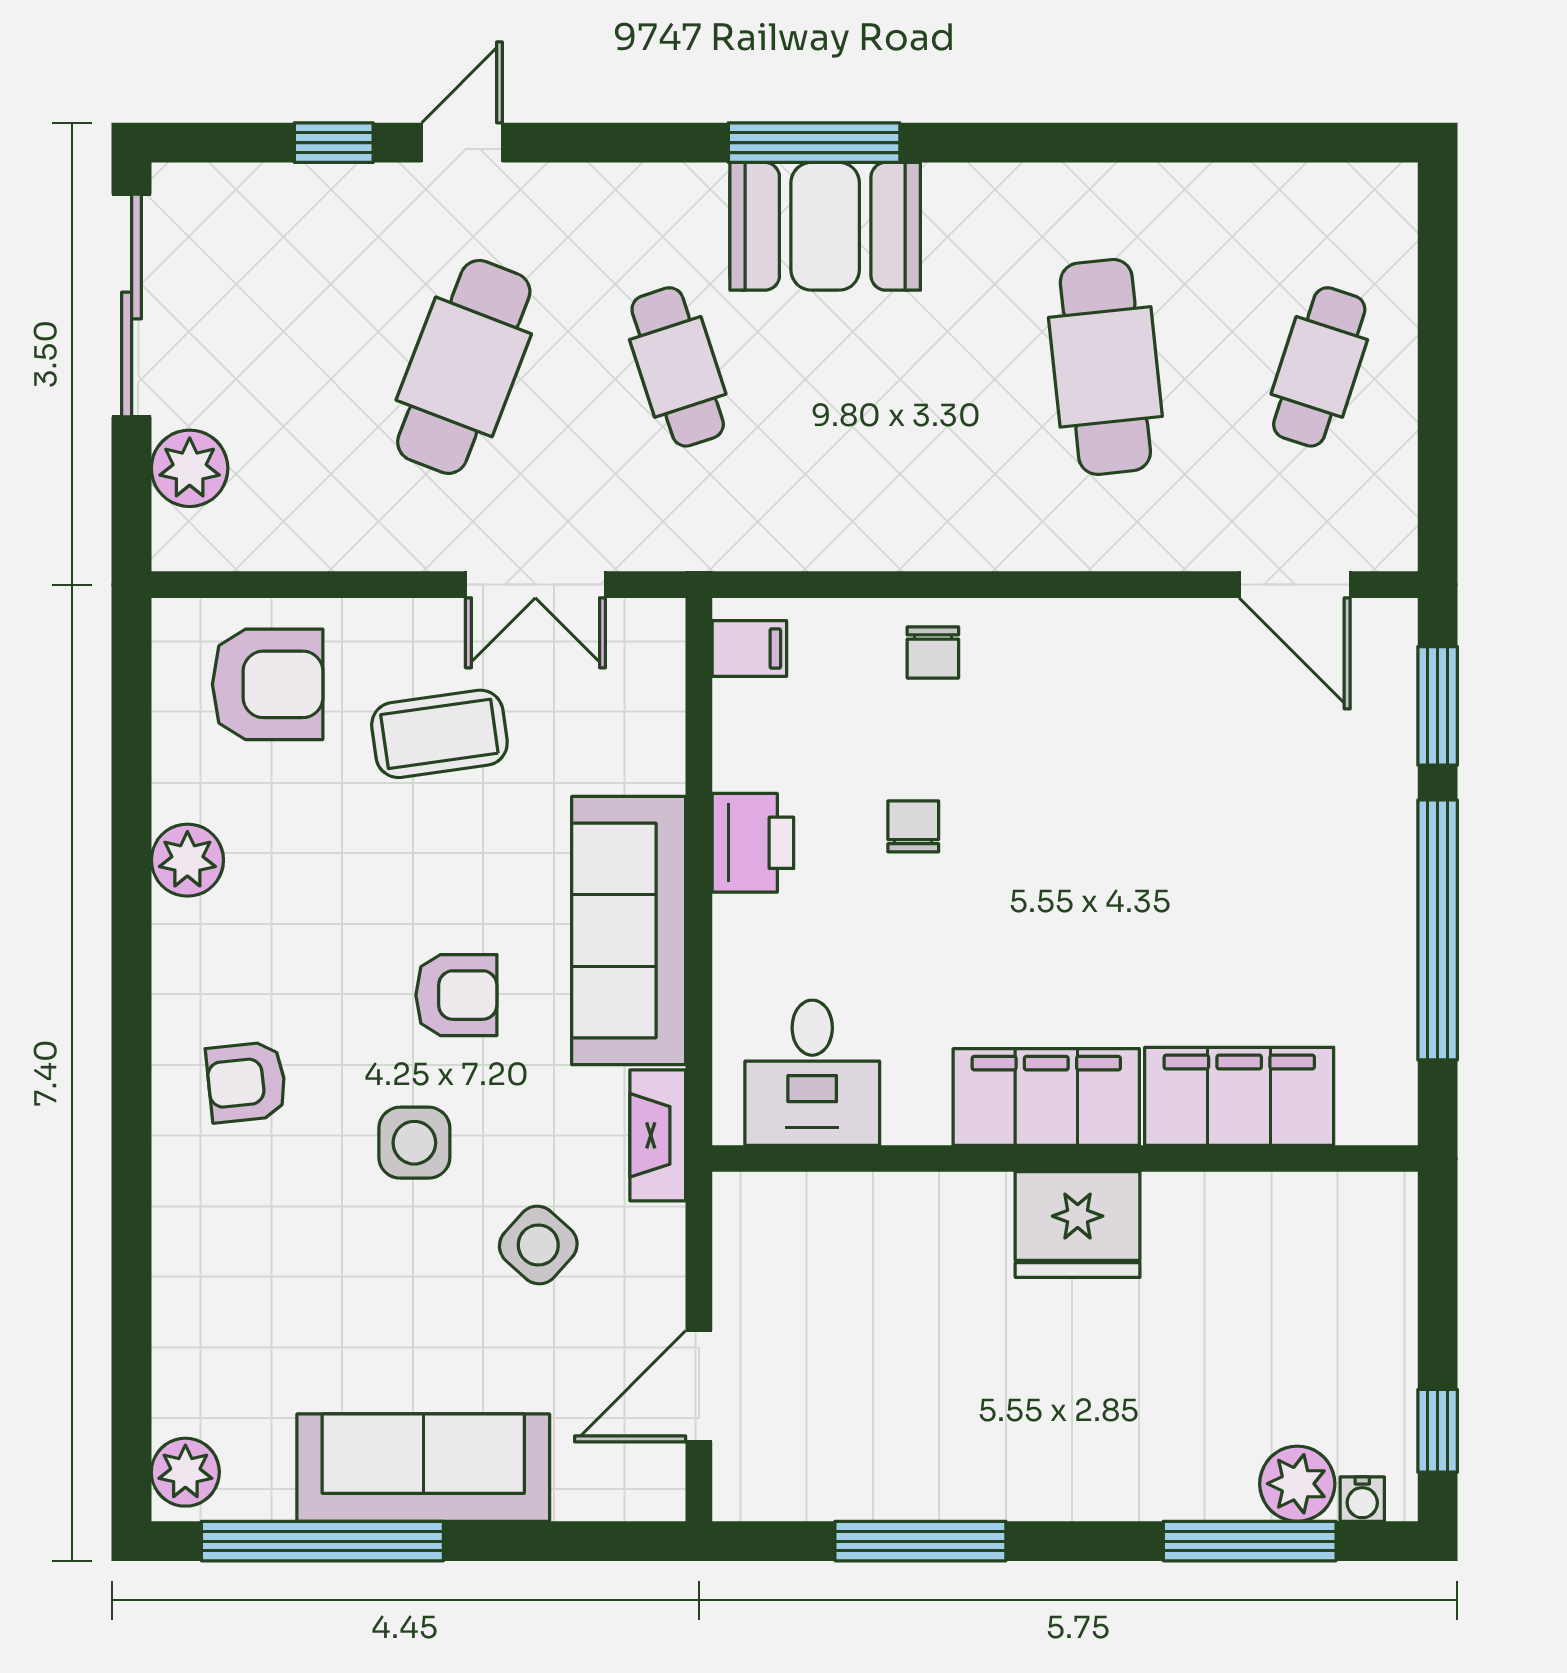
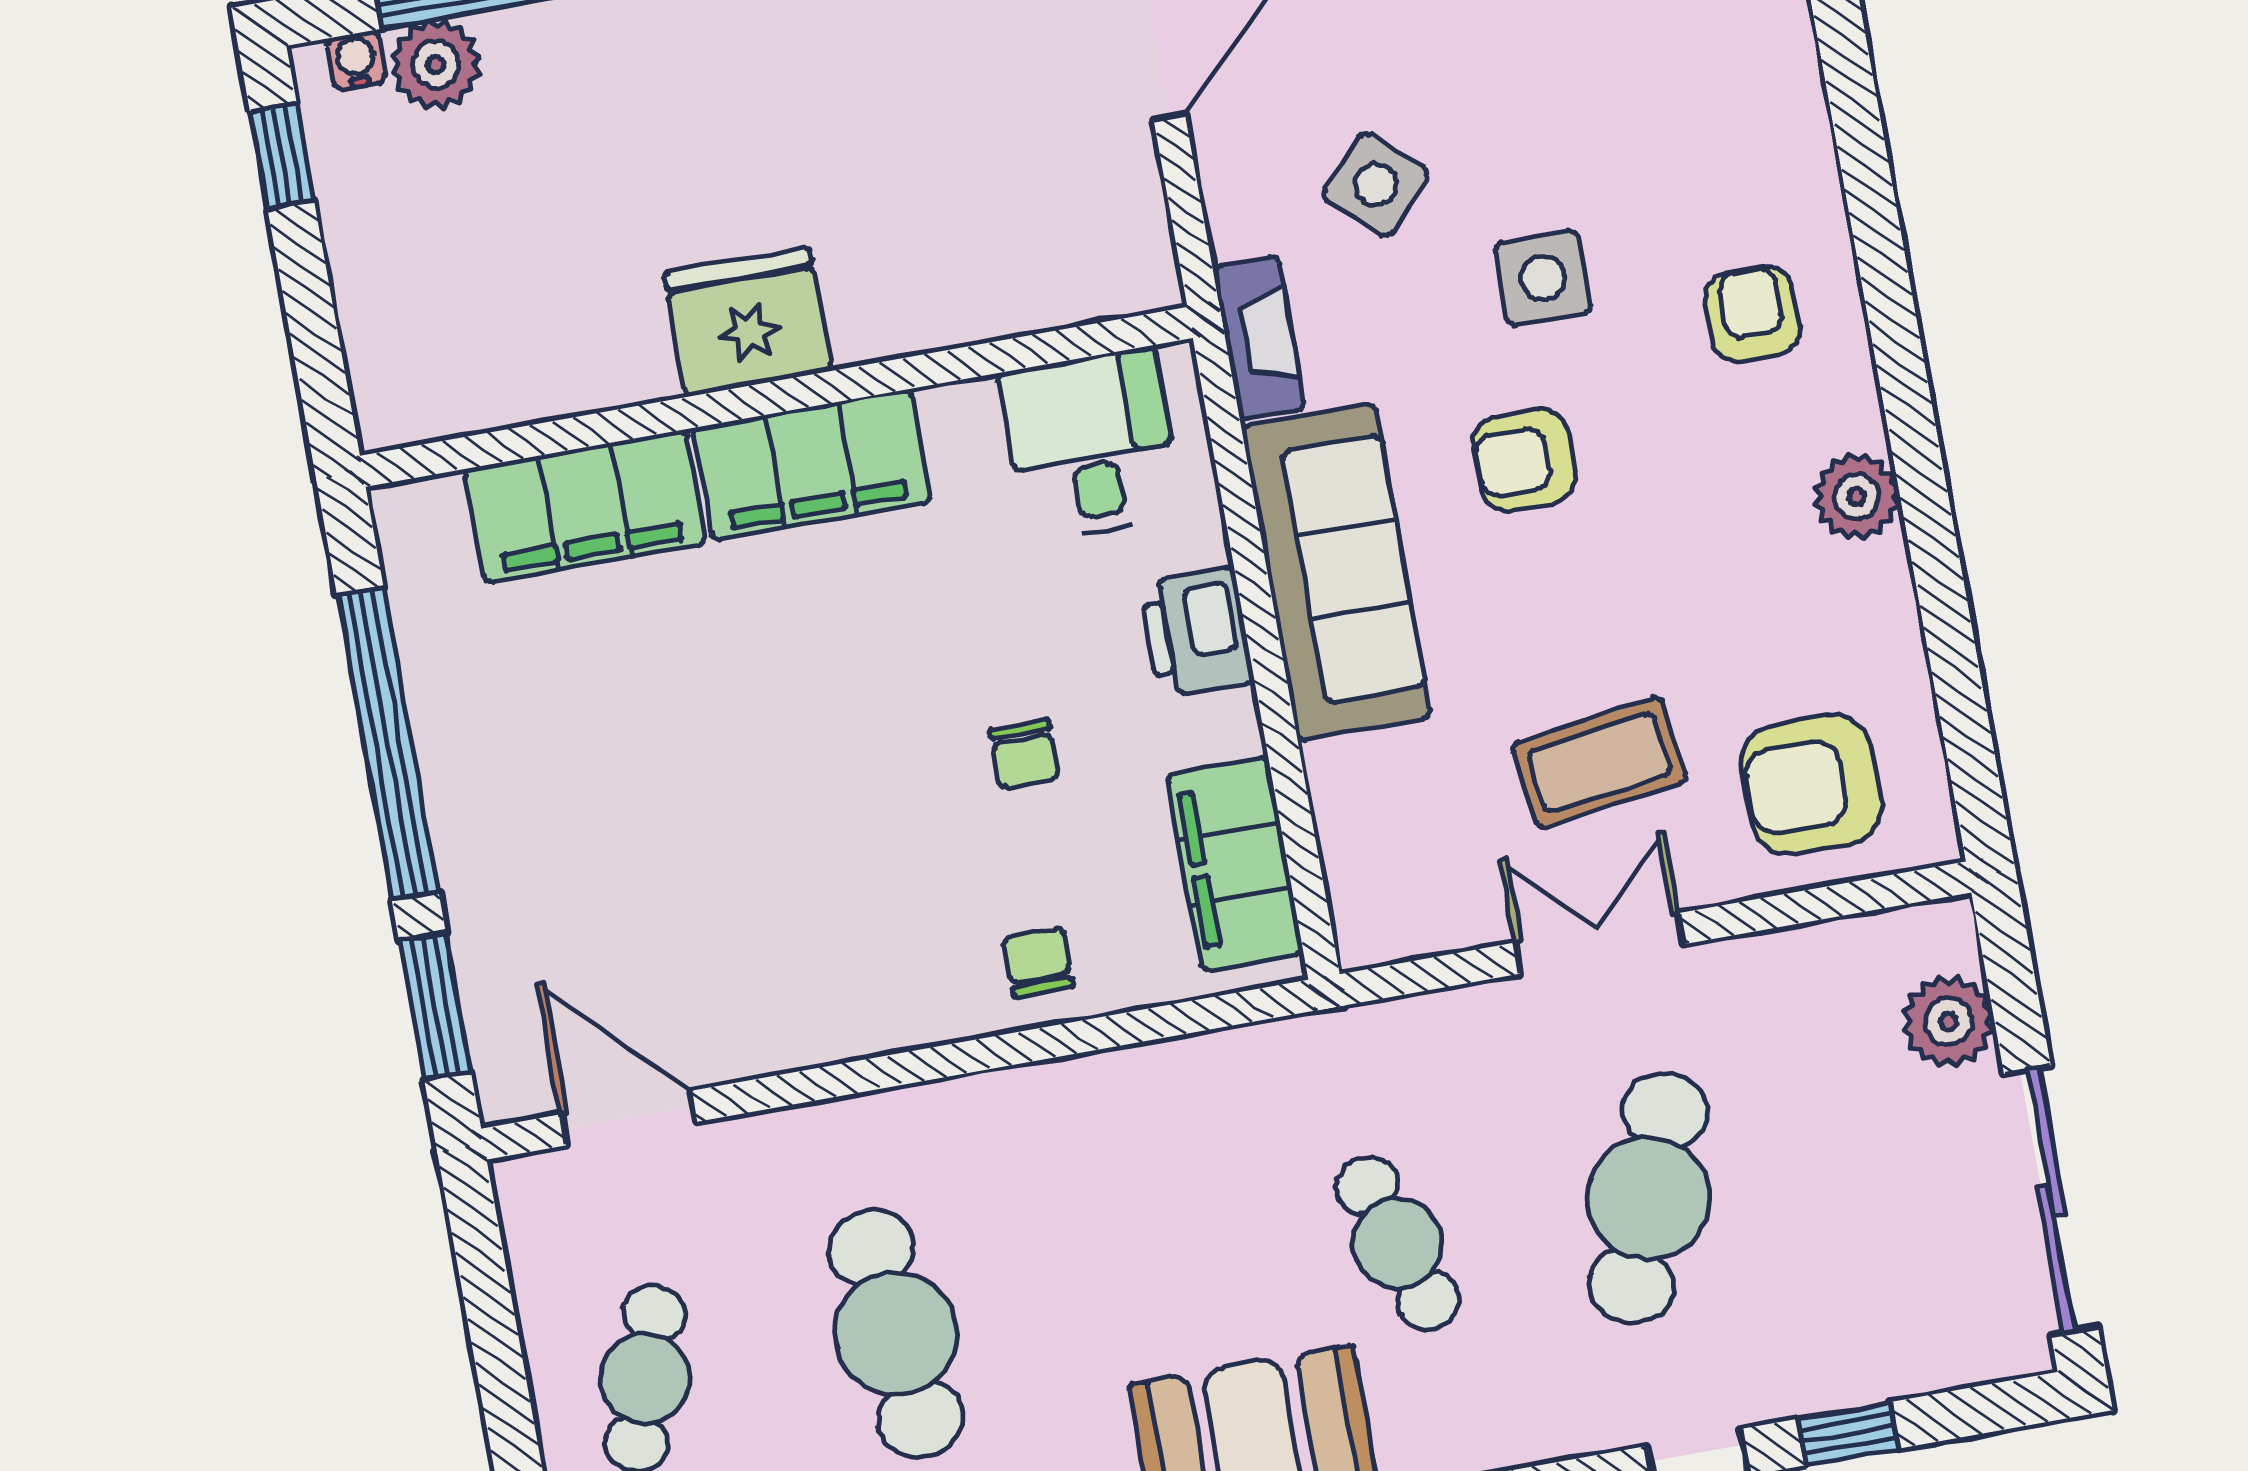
double door: (535, 585) -> (1599, 943), moved
filing cabinet: (749, 649) -> (1235, 864), width x3.00, depth x1.17
printer: (753, 843) -> (1197, 632), moved
plant: (187, 860) -> (1857, 497), moved
armchair: (246, 1082) -> (1752, 314), turned -84

